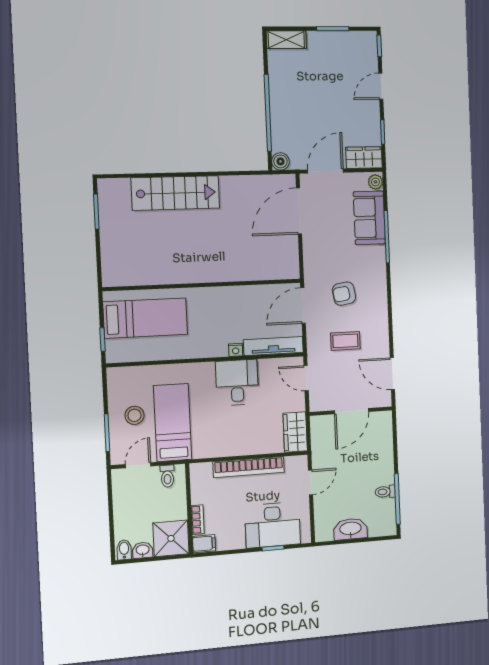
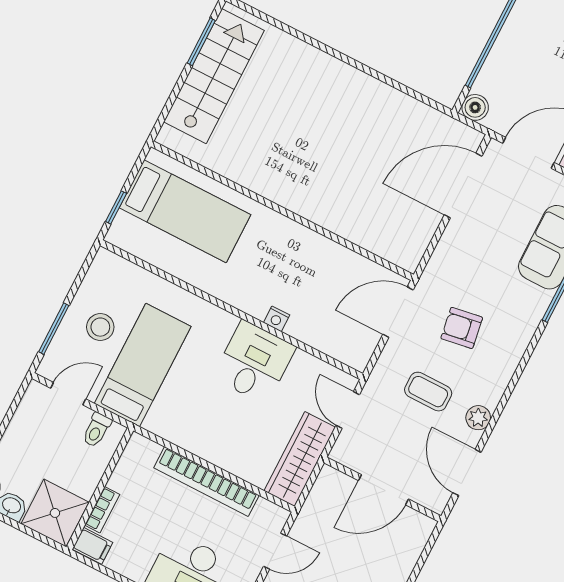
stairs: (176, 193) -> (214, 76), moved, turned -90
plant: (381, 339) -> (478, 418), added
tv unit: (273, 346) -> (329, 343), removed
wardrobe: (295, 432) -> (300, 459), width x1.50

